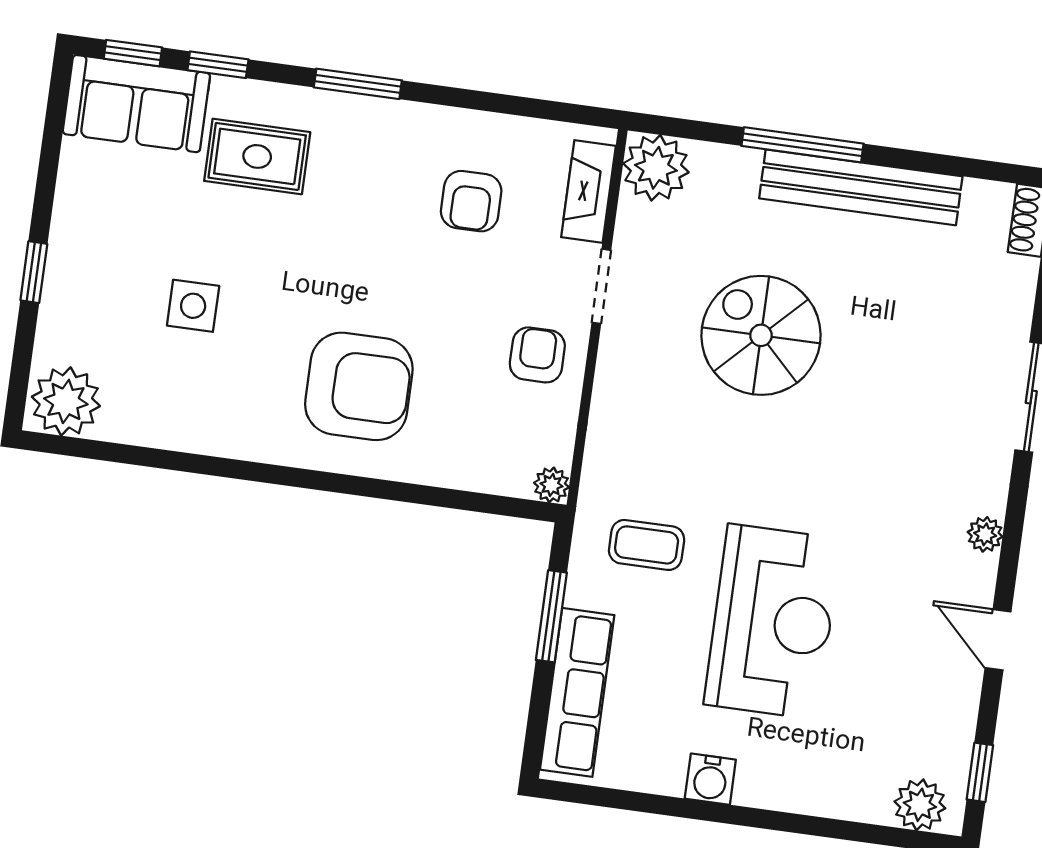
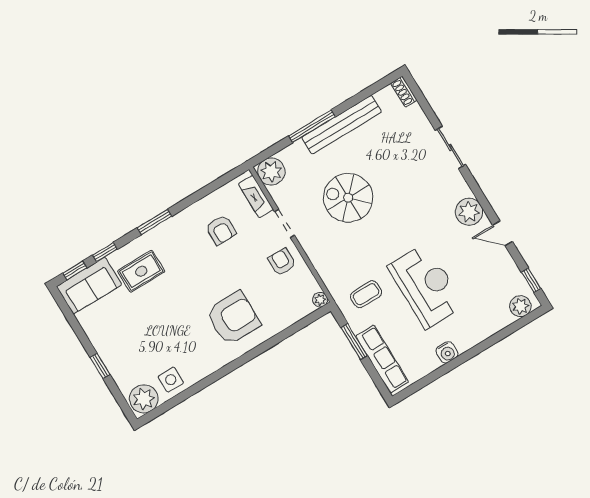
side table: (193, 306) -> (171, 380), moved
plant: (985, 534) -> (469, 212), width x1.87, depth x1.87

